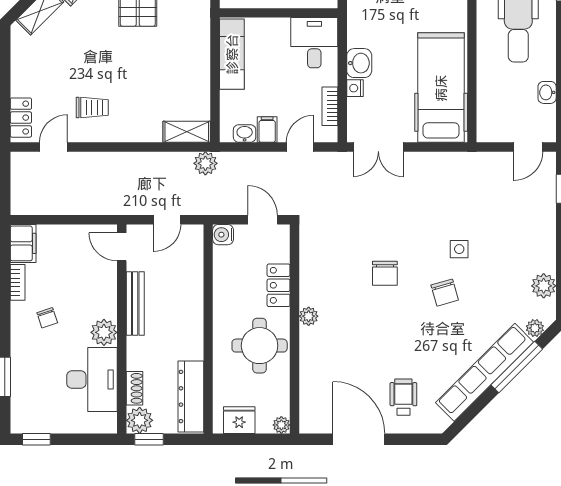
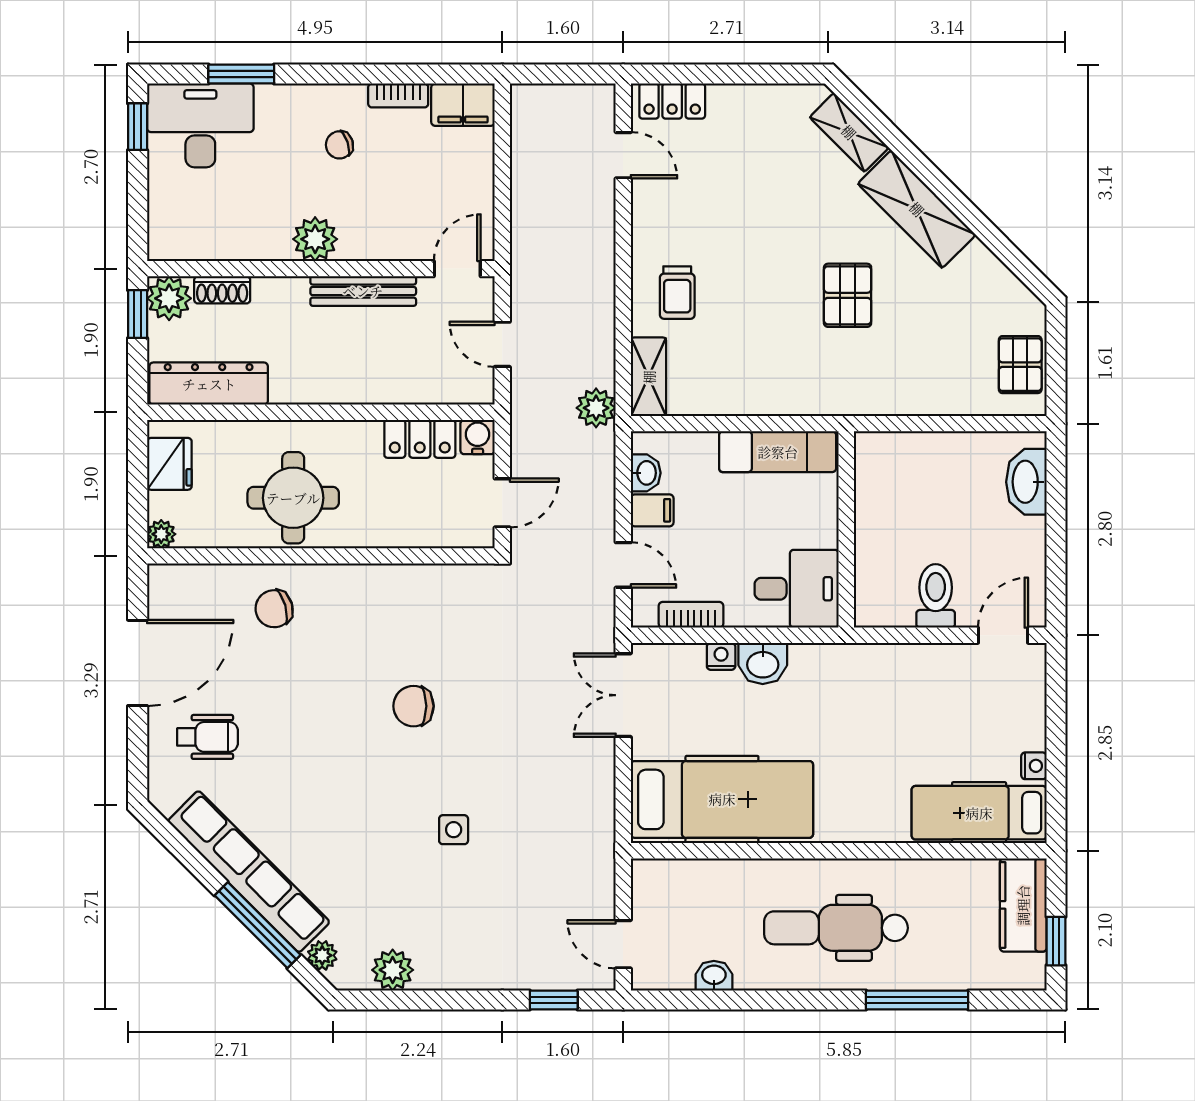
trolley: (92, 108) -> (677, 293), moved
locker: (279, 285) -> (420, 439), moved, turned 180
chair: (445, 293) -> (274, 609), moved
plant: (309, 316) -> (342, 579), removed
desk: (92, 380) -> (200, 125), moved, turned 180

